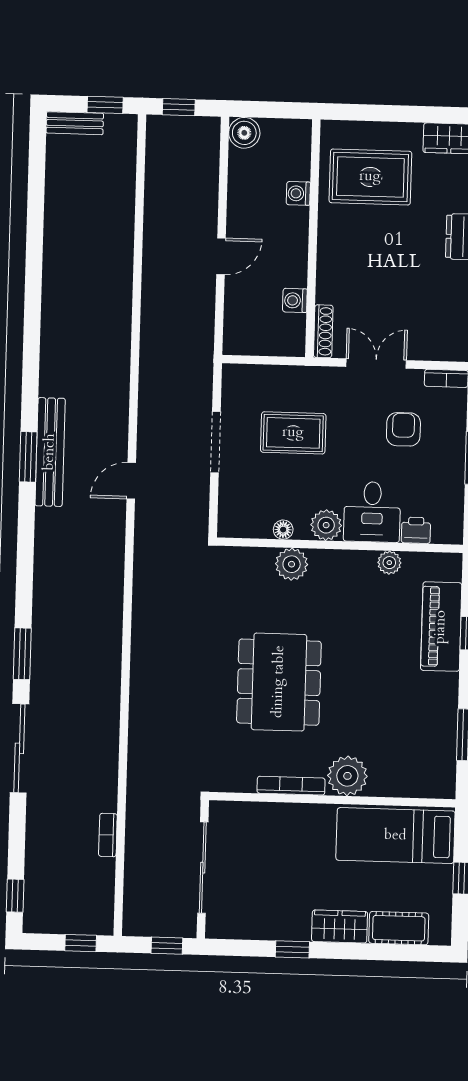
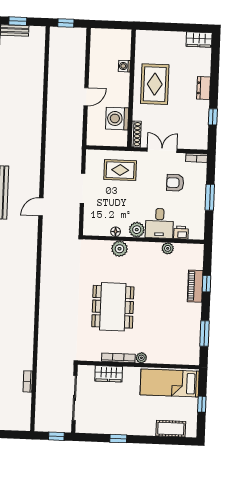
window: (105, 105) -> (18, 21), moved
boiler: (244, 133) -> (98, 36), removed
rug: (370, 177) -> (155, 84), moved, turned 90
washing machine: (295, 300) -> (117, 119), width x1.89, depth x1.89
armchair: (403, 429) -> (175, 183), turned -90
rug: (293, 433) -> (120, 170), moved
piano: (441, 627) -> (195, 286), width x0.73, depth x0.75
plant: (347, 776) -> (141, 358), width x0.53, depth x0.53
wardrobe: (340, 926) -> (109, 374), moved, turned 180
window: (81, 943) -> (14, 435), removed

